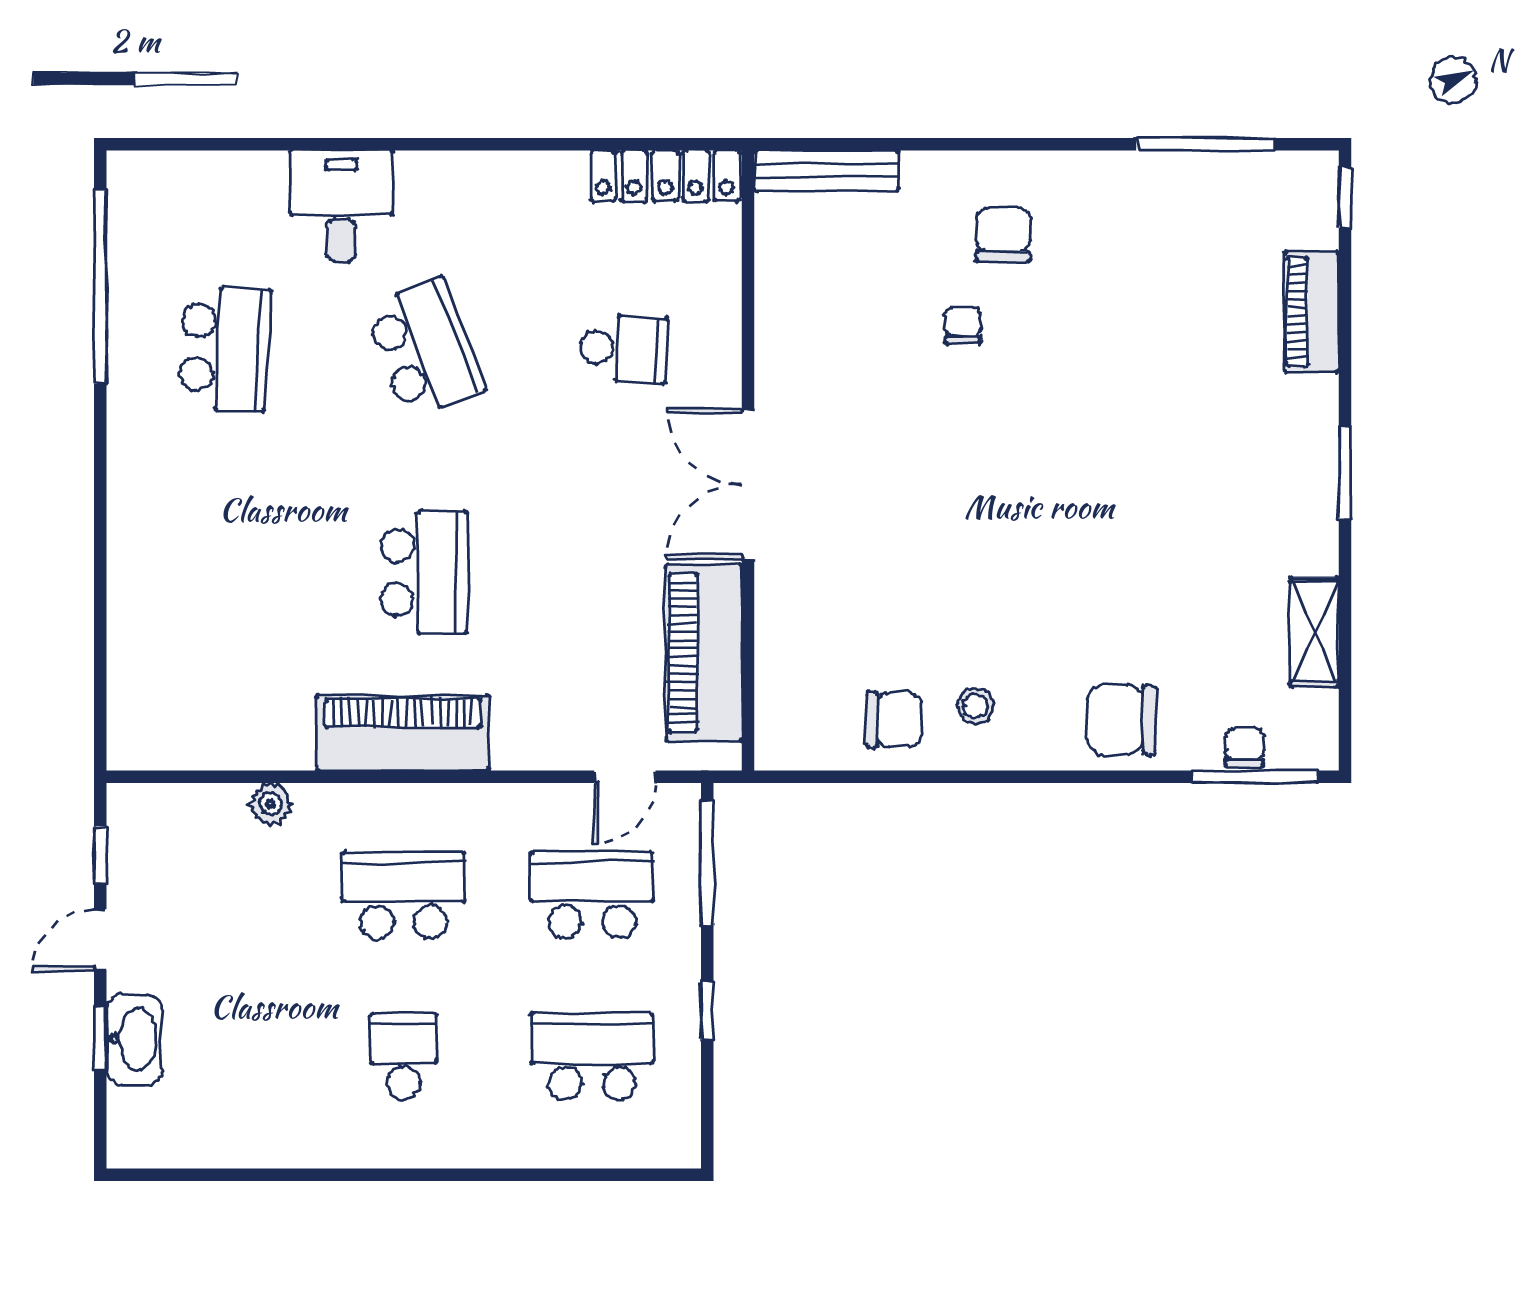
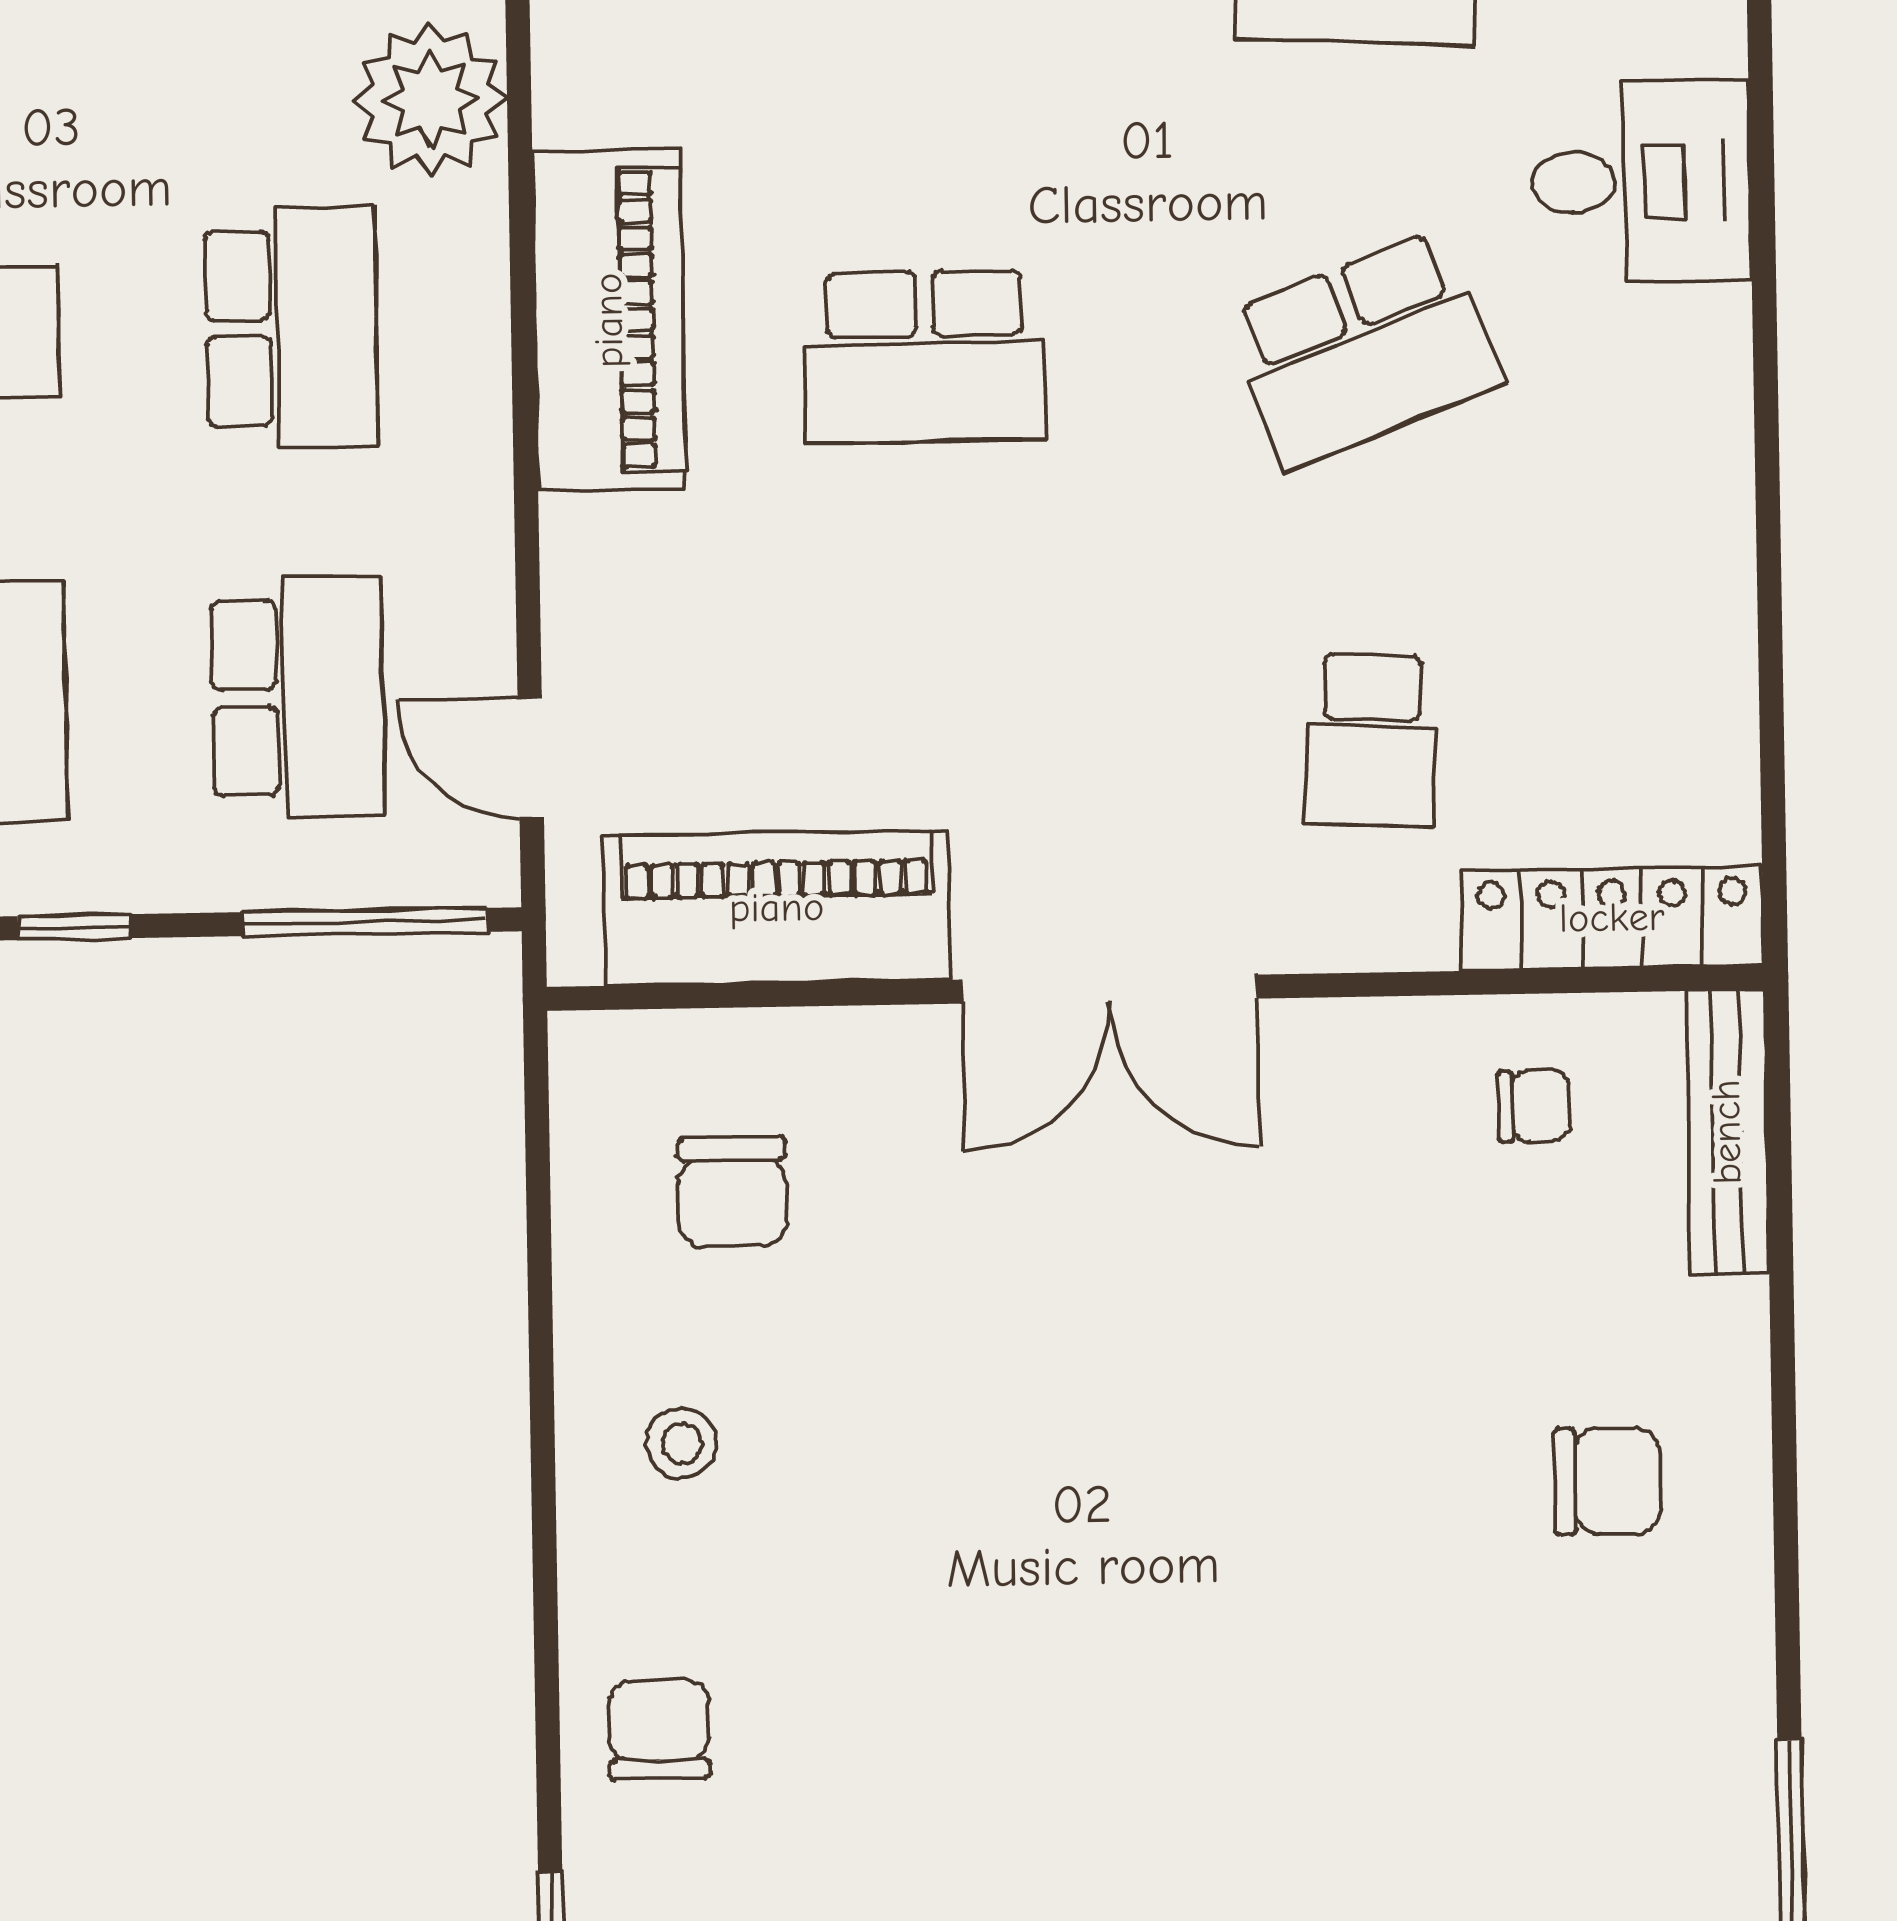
locker: (665, 176) -> (1612, 918), moved, turned 90
chair: (963, 325) -> (1534, 1106), moved
double door: (748, 484) -> (1109, 989), swing flipped
chair: (894, 720) -> (732, 1193), moved
chair: (1121, 720) -> (659, 1730), width x0.73, depth x0.73
plant: (271, 804) -> (430, 100), width x1.87, depth x1.87

